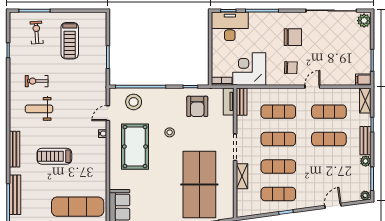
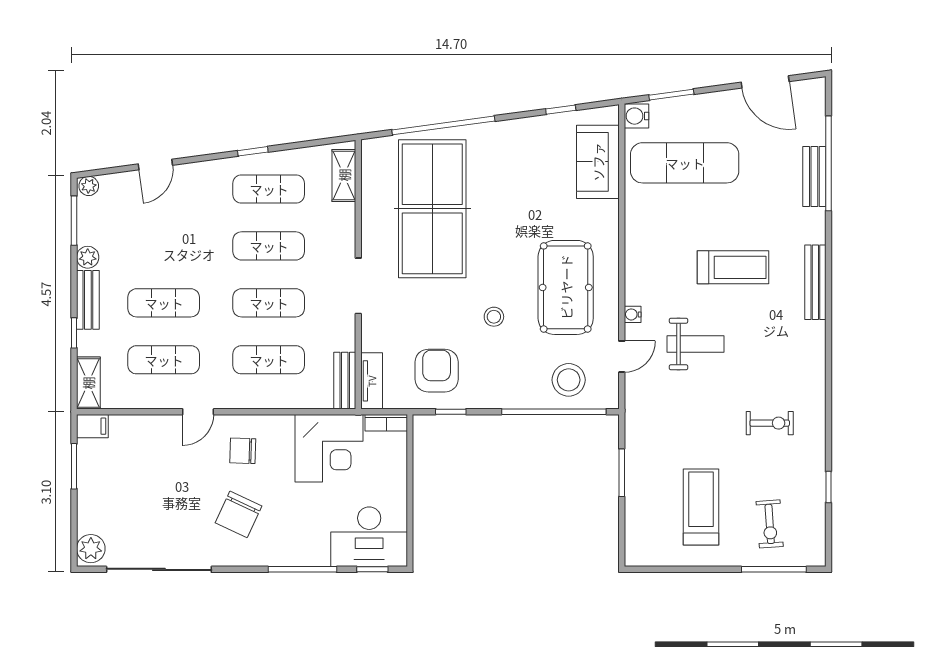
chair: (293, 37) -> (238, 514), turned -65
weight bench: (39, 109) -> (695, 344), moved
shelving: (242, 176) -> (344, 175), moved
bench: (15, 195) -> (814, 176), width x0.73

